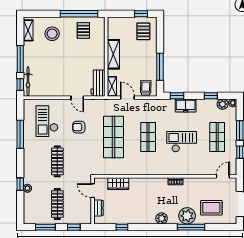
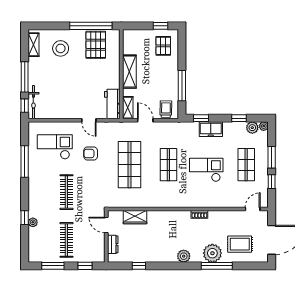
pallet: (83, 30) -> (96, 45), width x1.50, depth x1.42
checkout: (47, 121) -> (55, 147), turned 90

